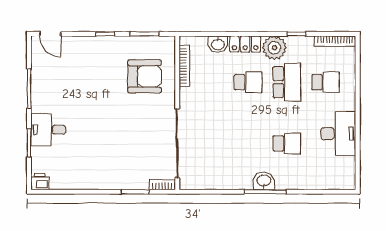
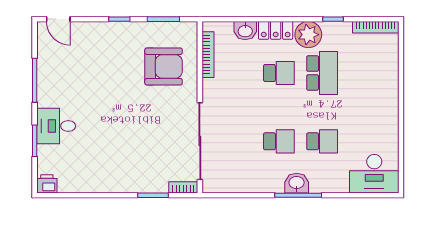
school desk: (325, 82) -> (279, 141), moved
desk: (338, 134) -> (374, 174), moved, turned 90

